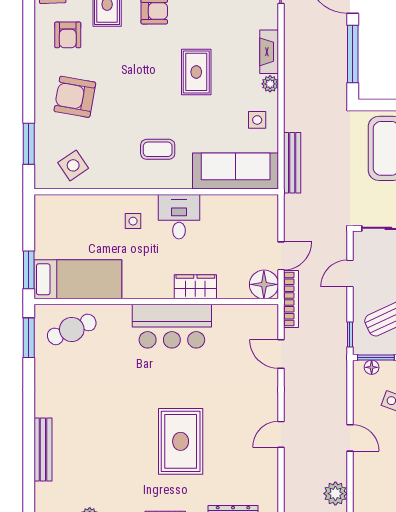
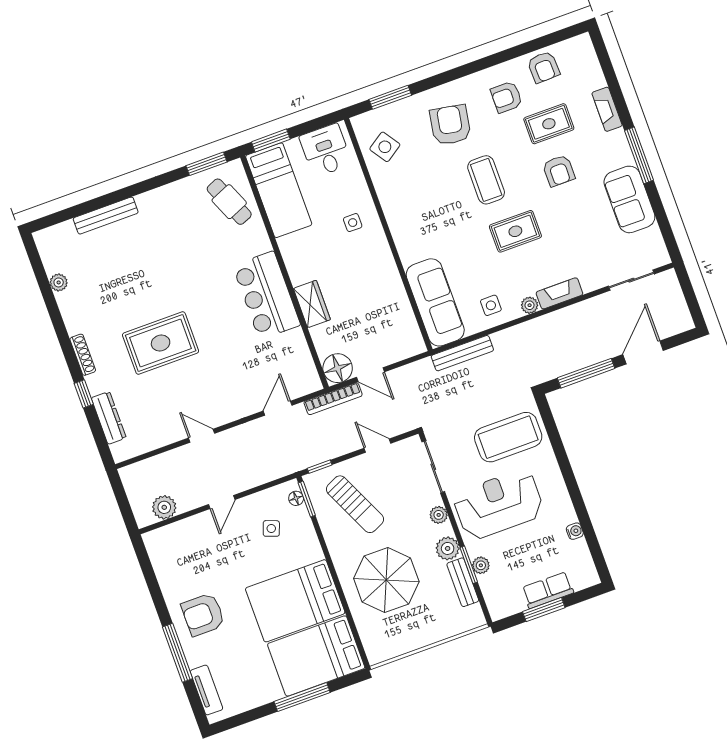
coffee table: (158, 149) -> (486, 180), moved, width x1.36, depth x1.30
desk: (179, 217) -> (326, 150), moved, turned -90

